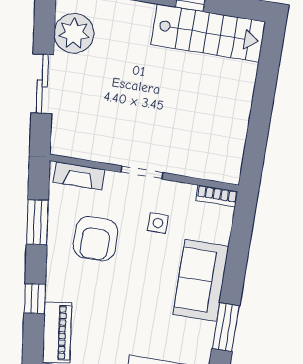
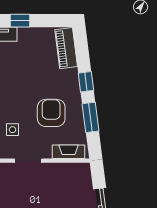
window: (35, 299) -> (86, 82), moved

